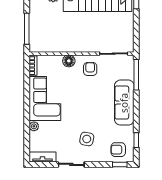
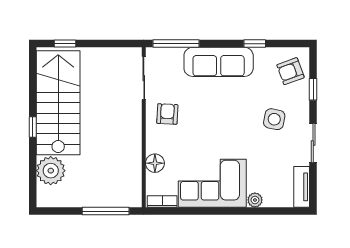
floor lamp: (69, 61) -> (155, 163), moved
armchair: (90, 69) -> (167, 114), turned 93
window: (136, 140) -> (255, 44), moved
armchair: (118, 150) -> (290, 71), turned 70
window: (120, 164) -> (313, 89), moved

